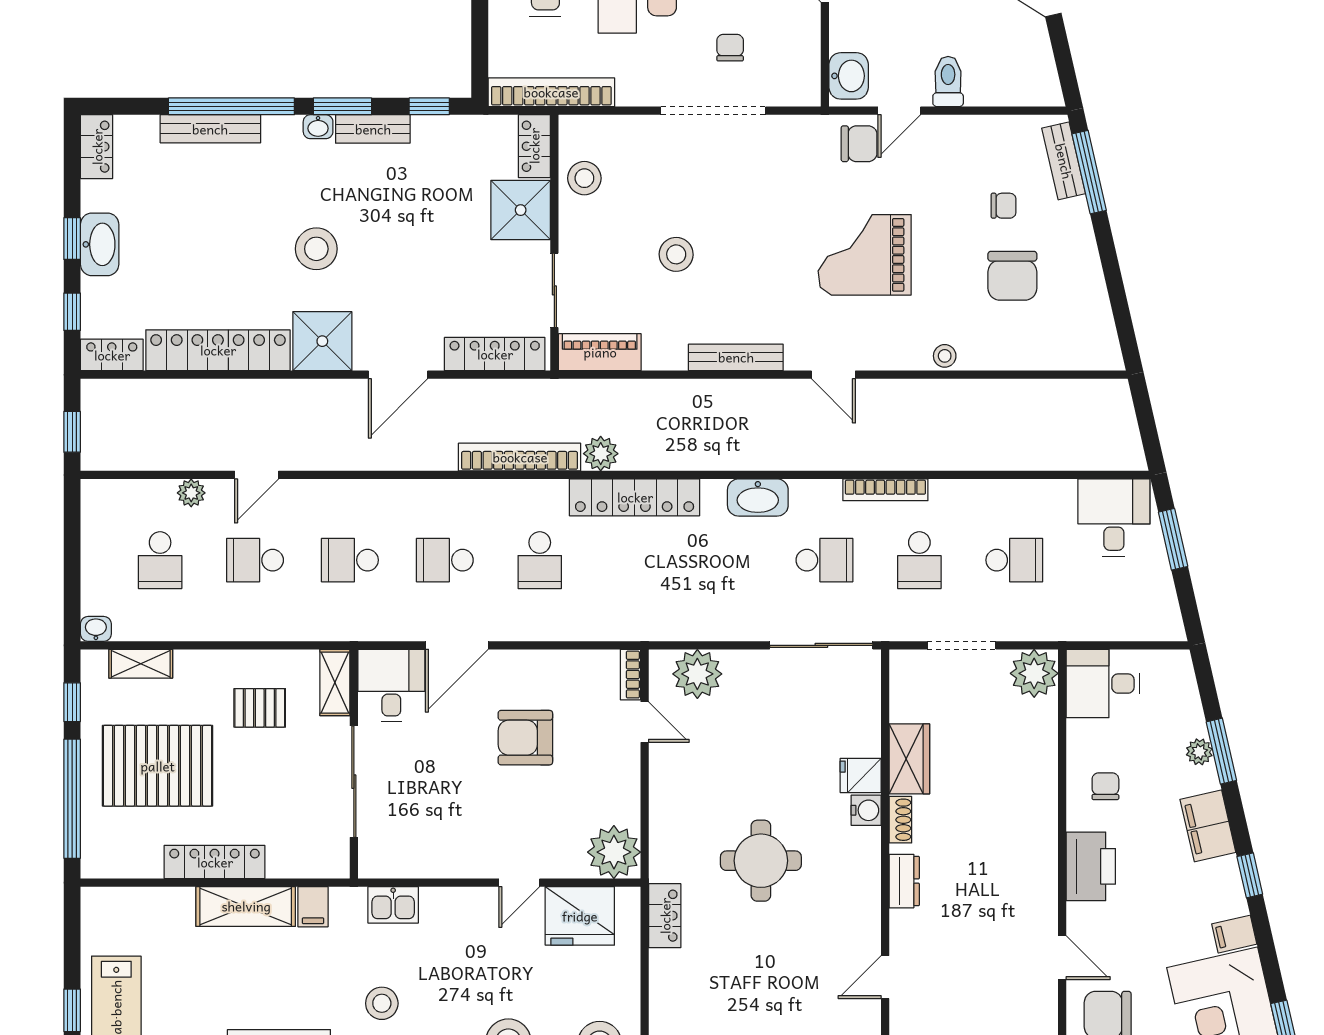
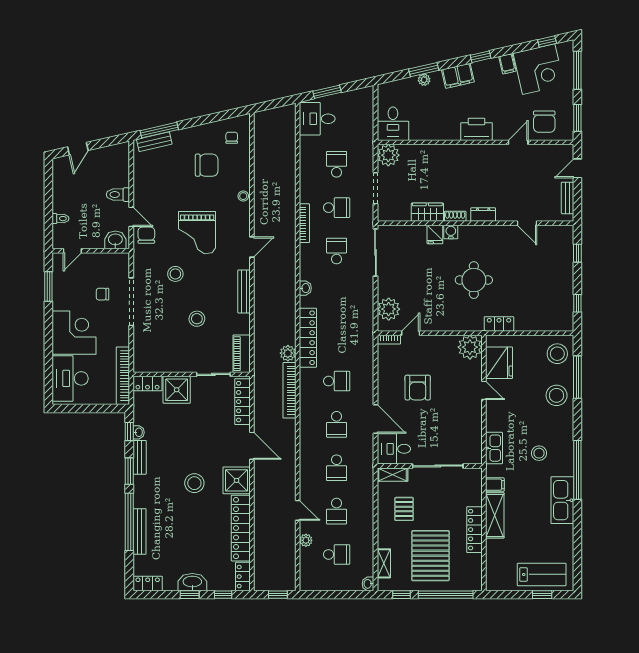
washbasin: (318, 127) -> (139, 432), moved
stool: (584, 178) -> (175, 274), moved
chair: (1004, 206) -> (232, 138), moved
washbasin: (758, 498) -> (305, 288), width x0.52, depth x0.69
chair: (1105, 786) -> (440, 123), removed
kitchen sink: (393, 905) -> (494, 448), width x1.38

